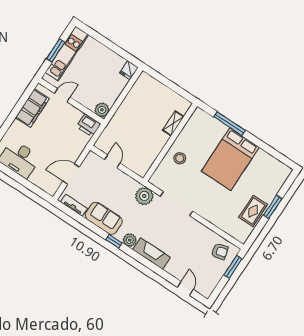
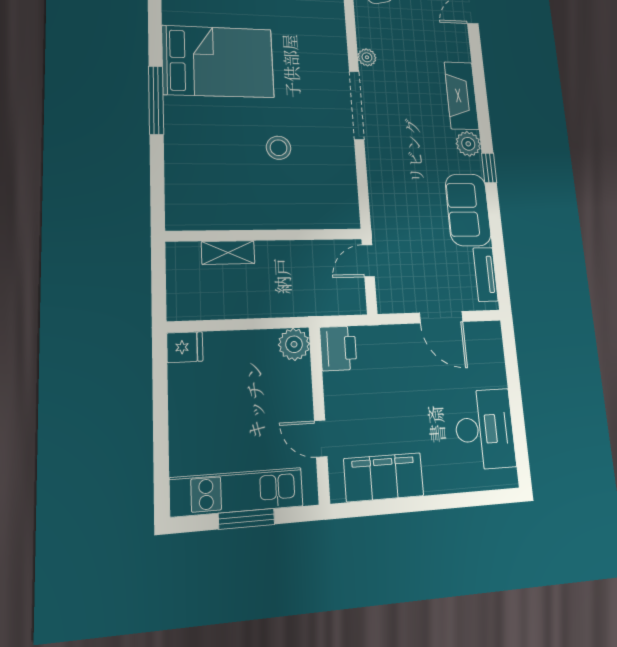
shelving: (173, 123) -> (228, 253), moved
wall: (170, 142) -> (266, 235), moved
plant: (144, 196) -> (367, 57), moved, width x0.53, depth x0.53

